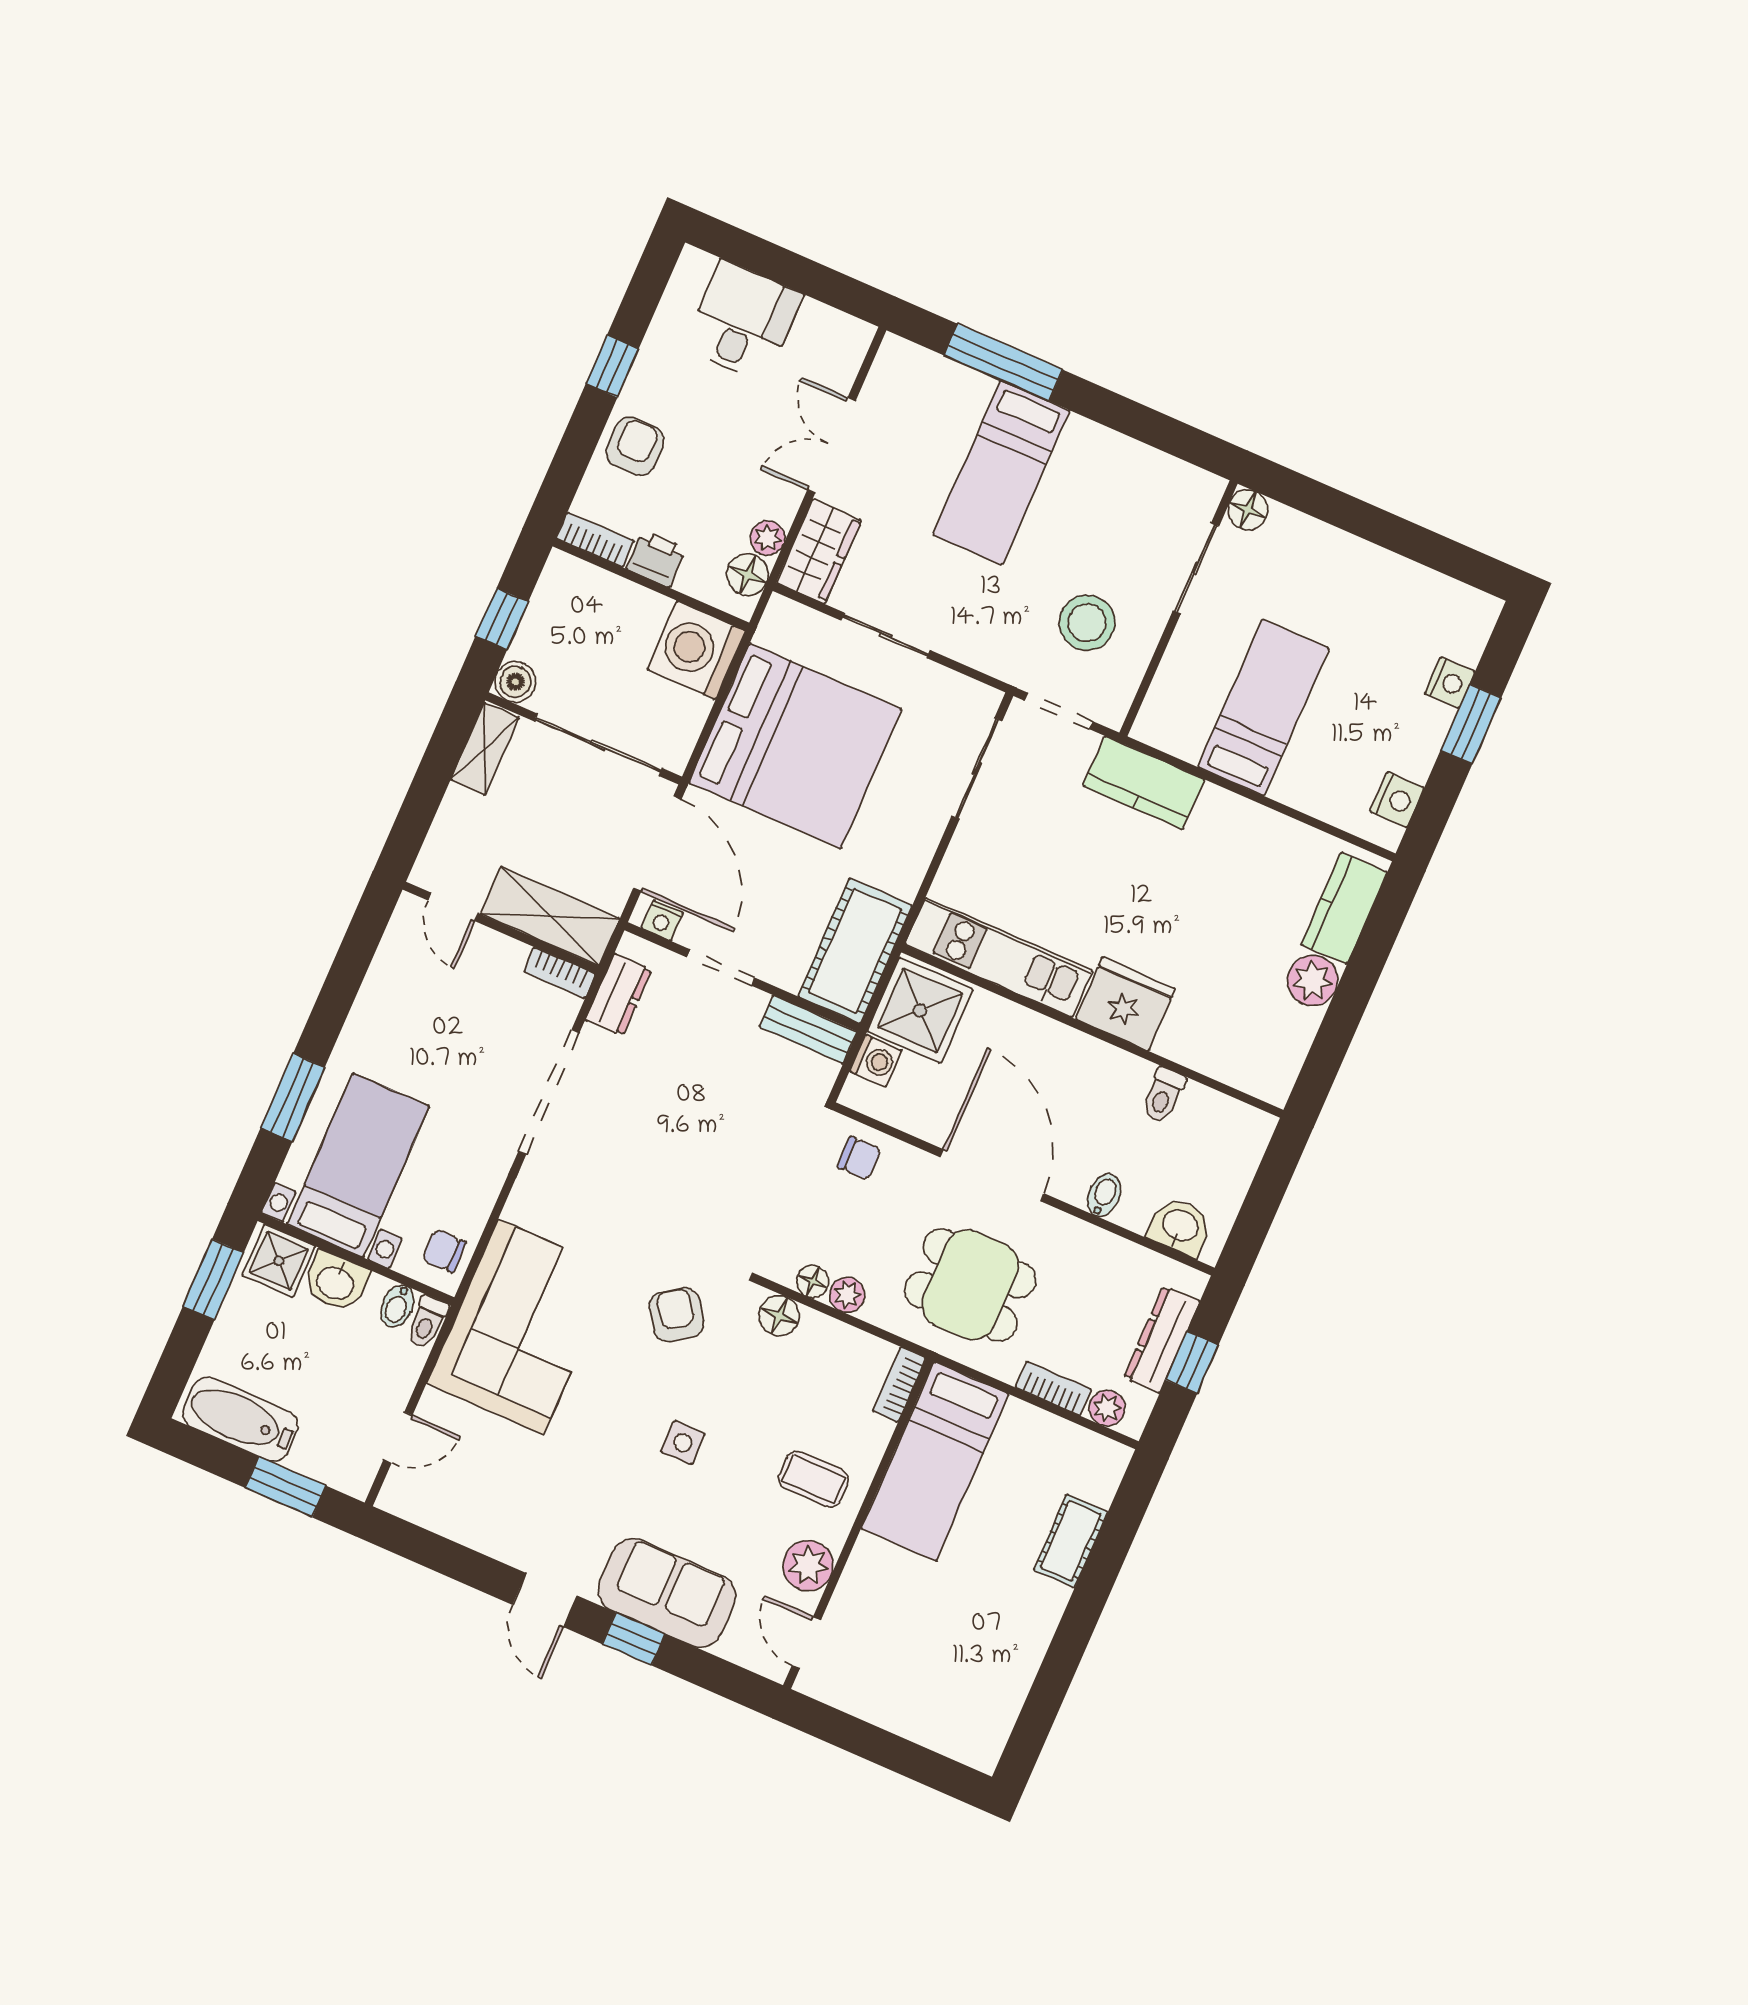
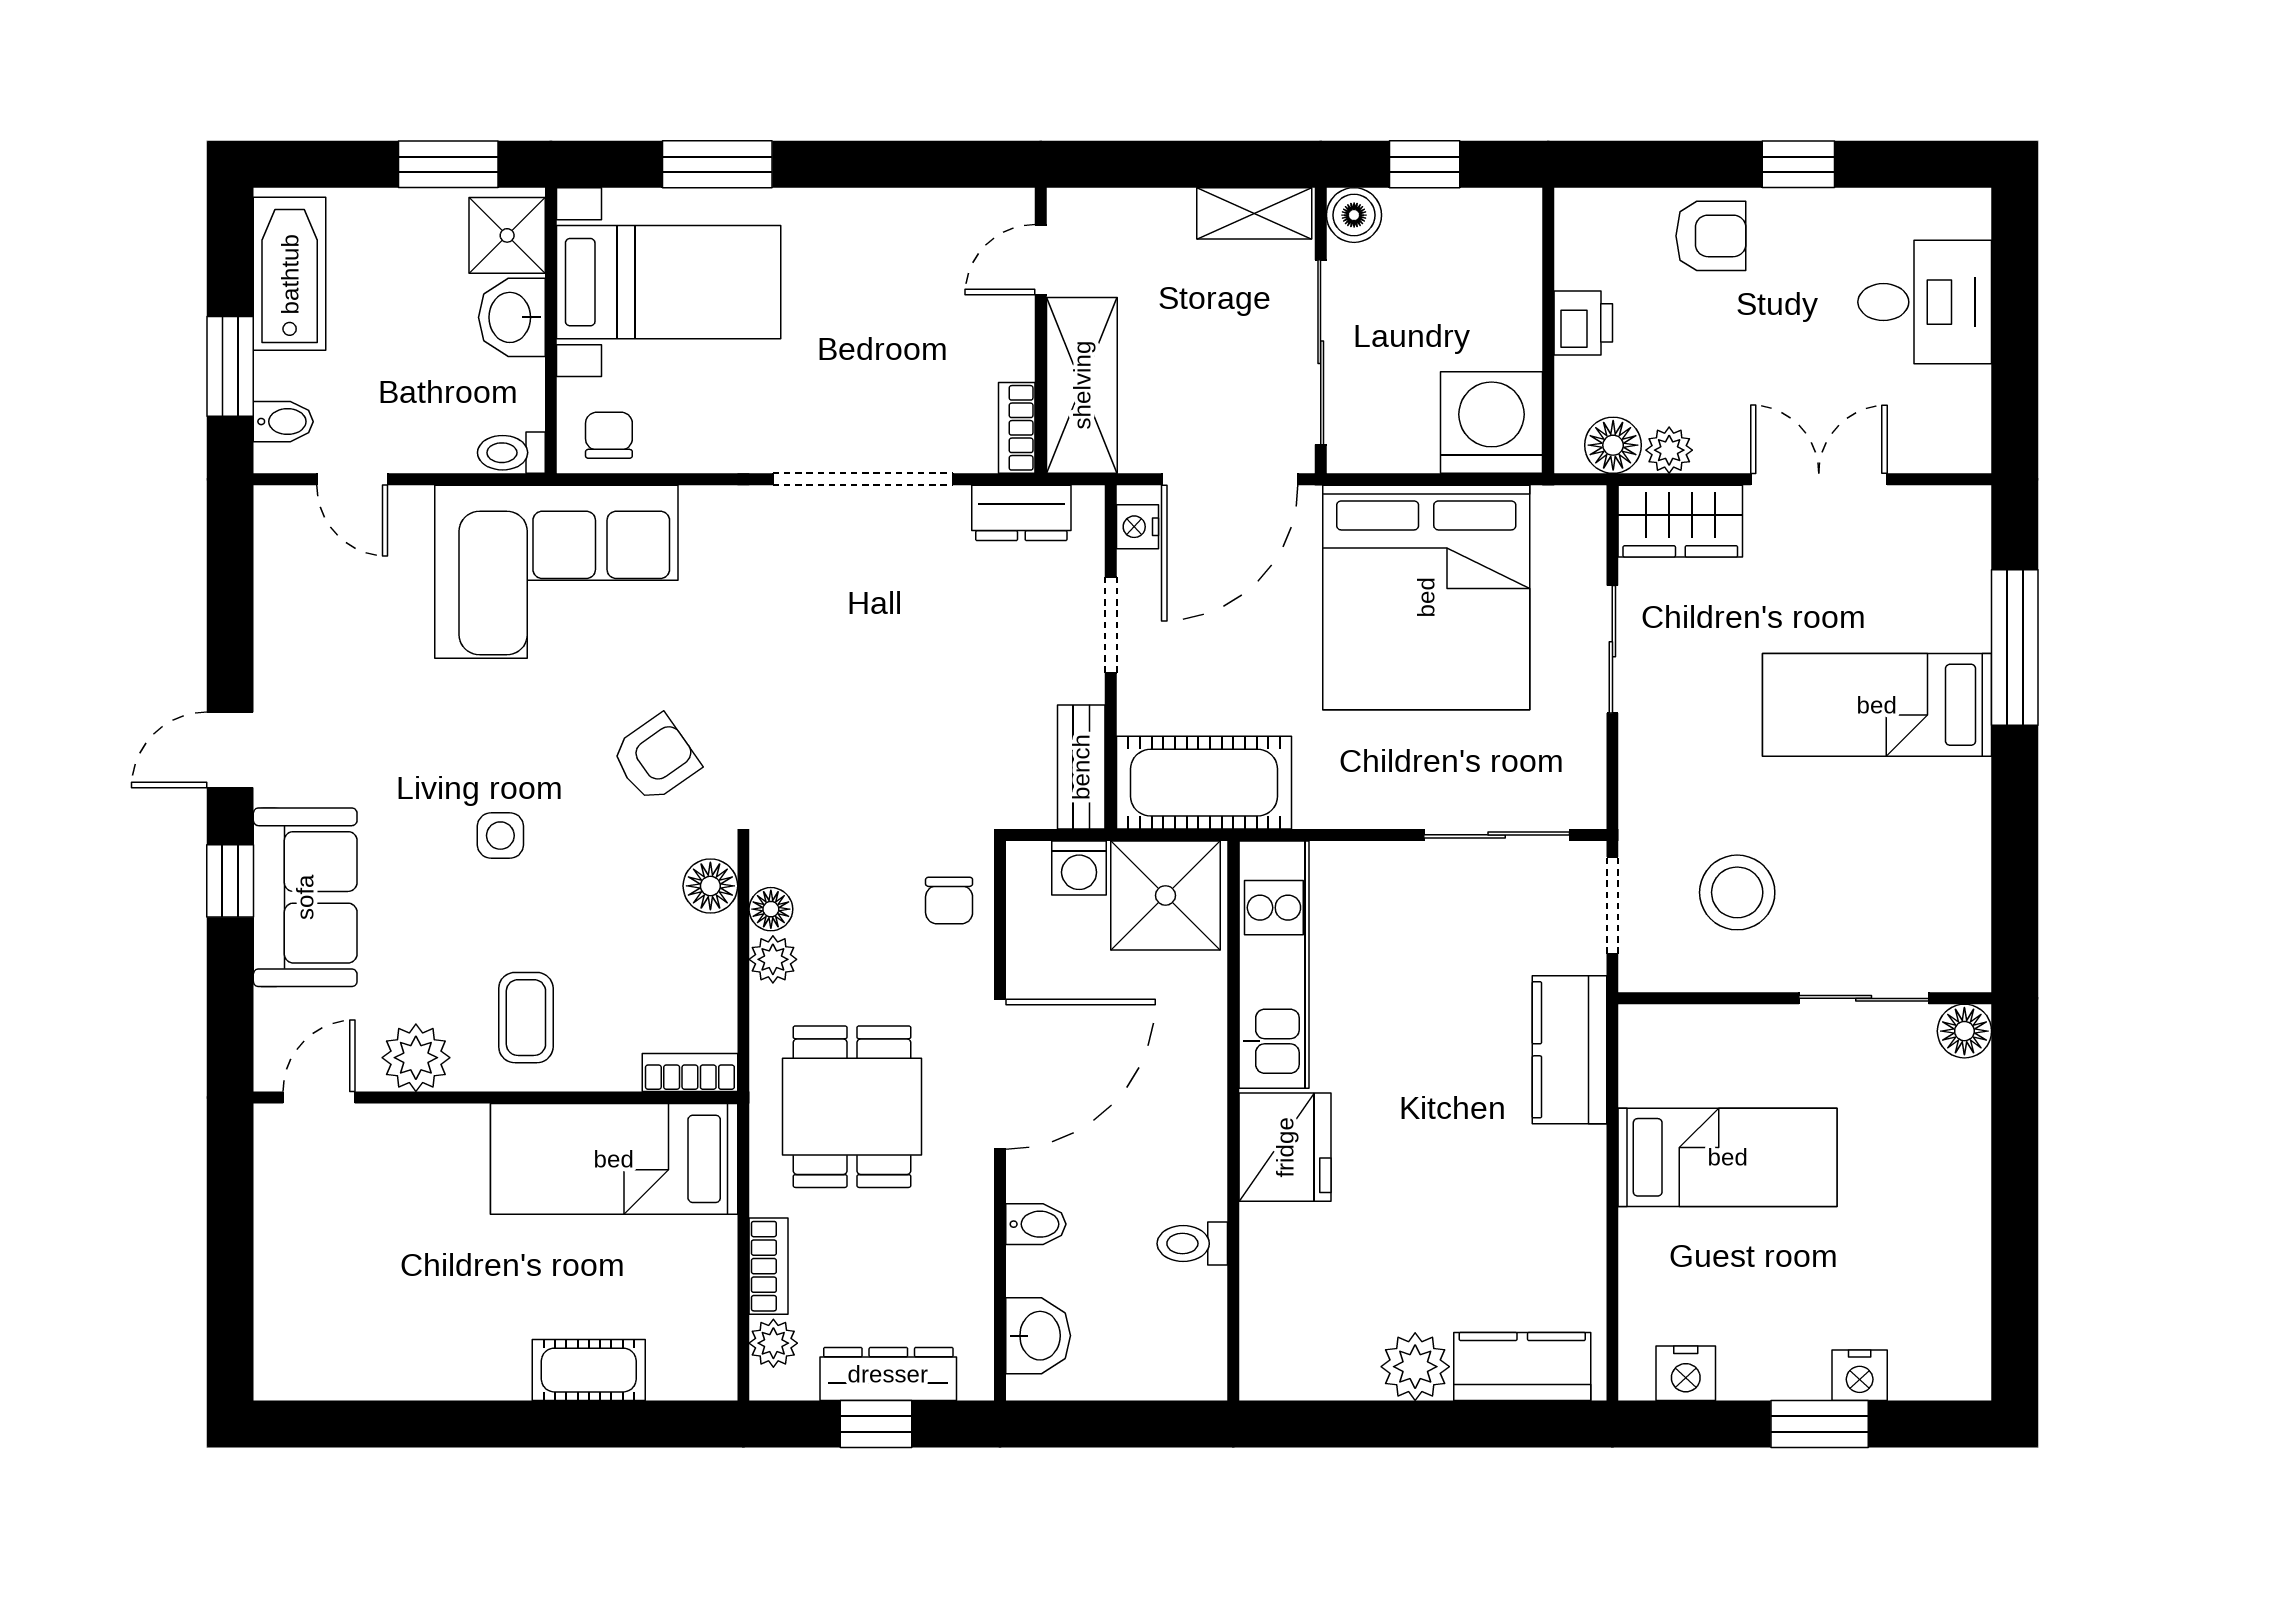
bookcase: (595, 540) -> (1574, 237), removed
bidet: (397, 1306) -> (283, 422), moved, turned 180

